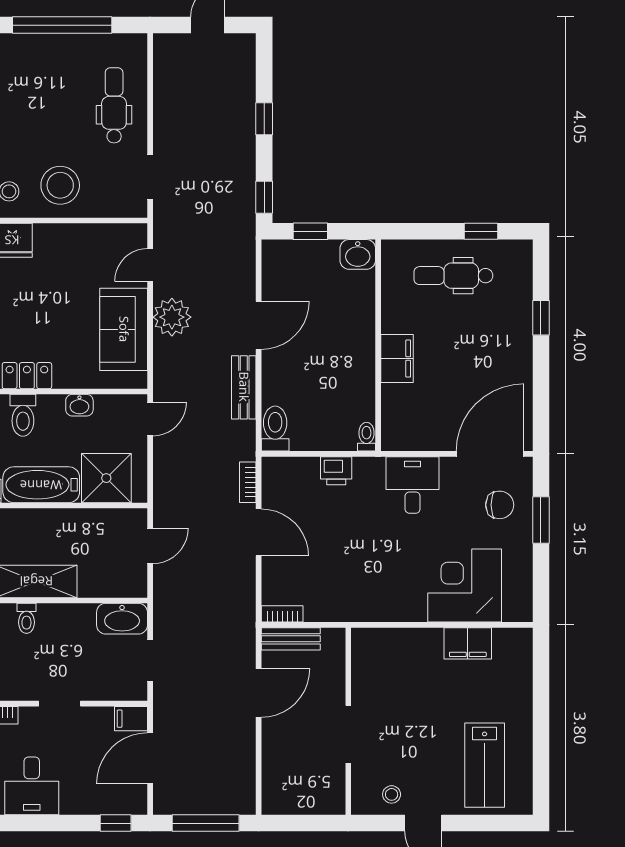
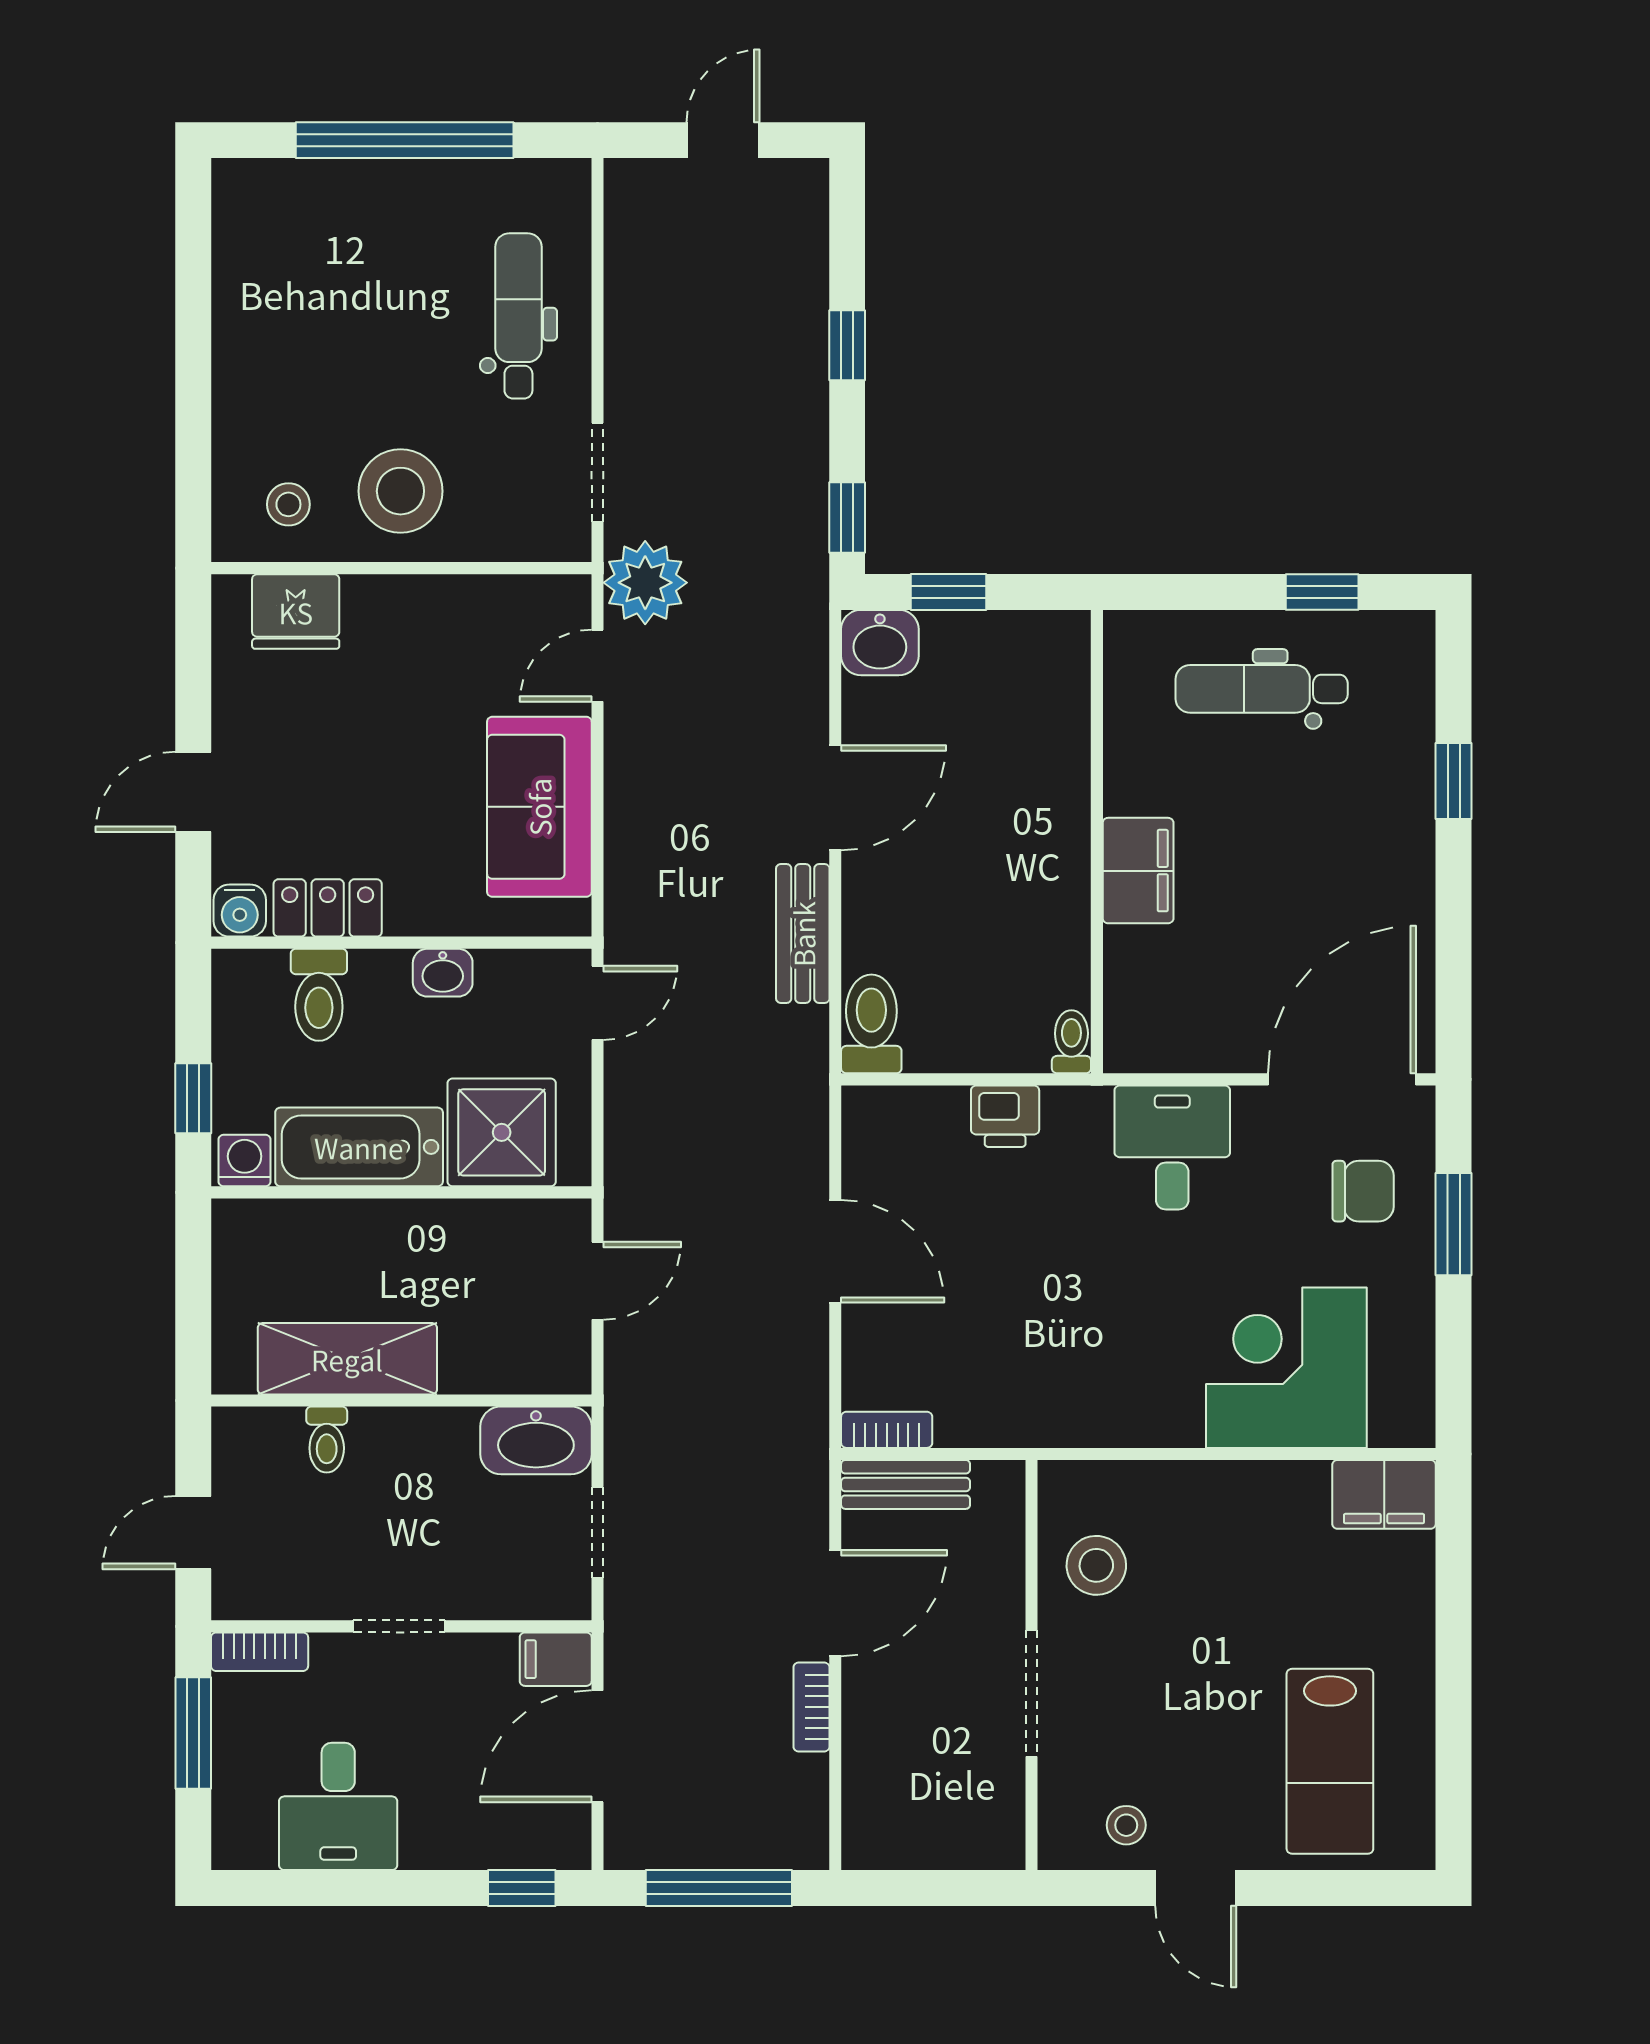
washbasin: (358, 254) -> (880, 643), moved
plant: (172, 317) -> (645, 583), moved
bookcase: (248, 482) -> (811, 1707), moved
filing cabinet: (468, 643) -> (1384, 1494), moved
stool: (378, 676) -> (1096, 1565), added

